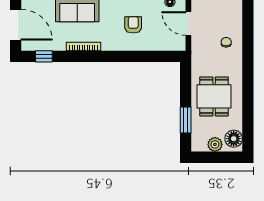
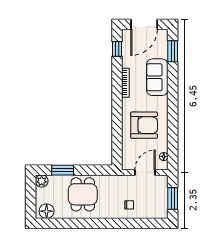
armchair: (133, 25) -> (144, 125), width x1.88, depth x1.88
dining table: (214, 96) -> (83, 194), turned 90
plant: (215, 144) -> (42, 181), moved

